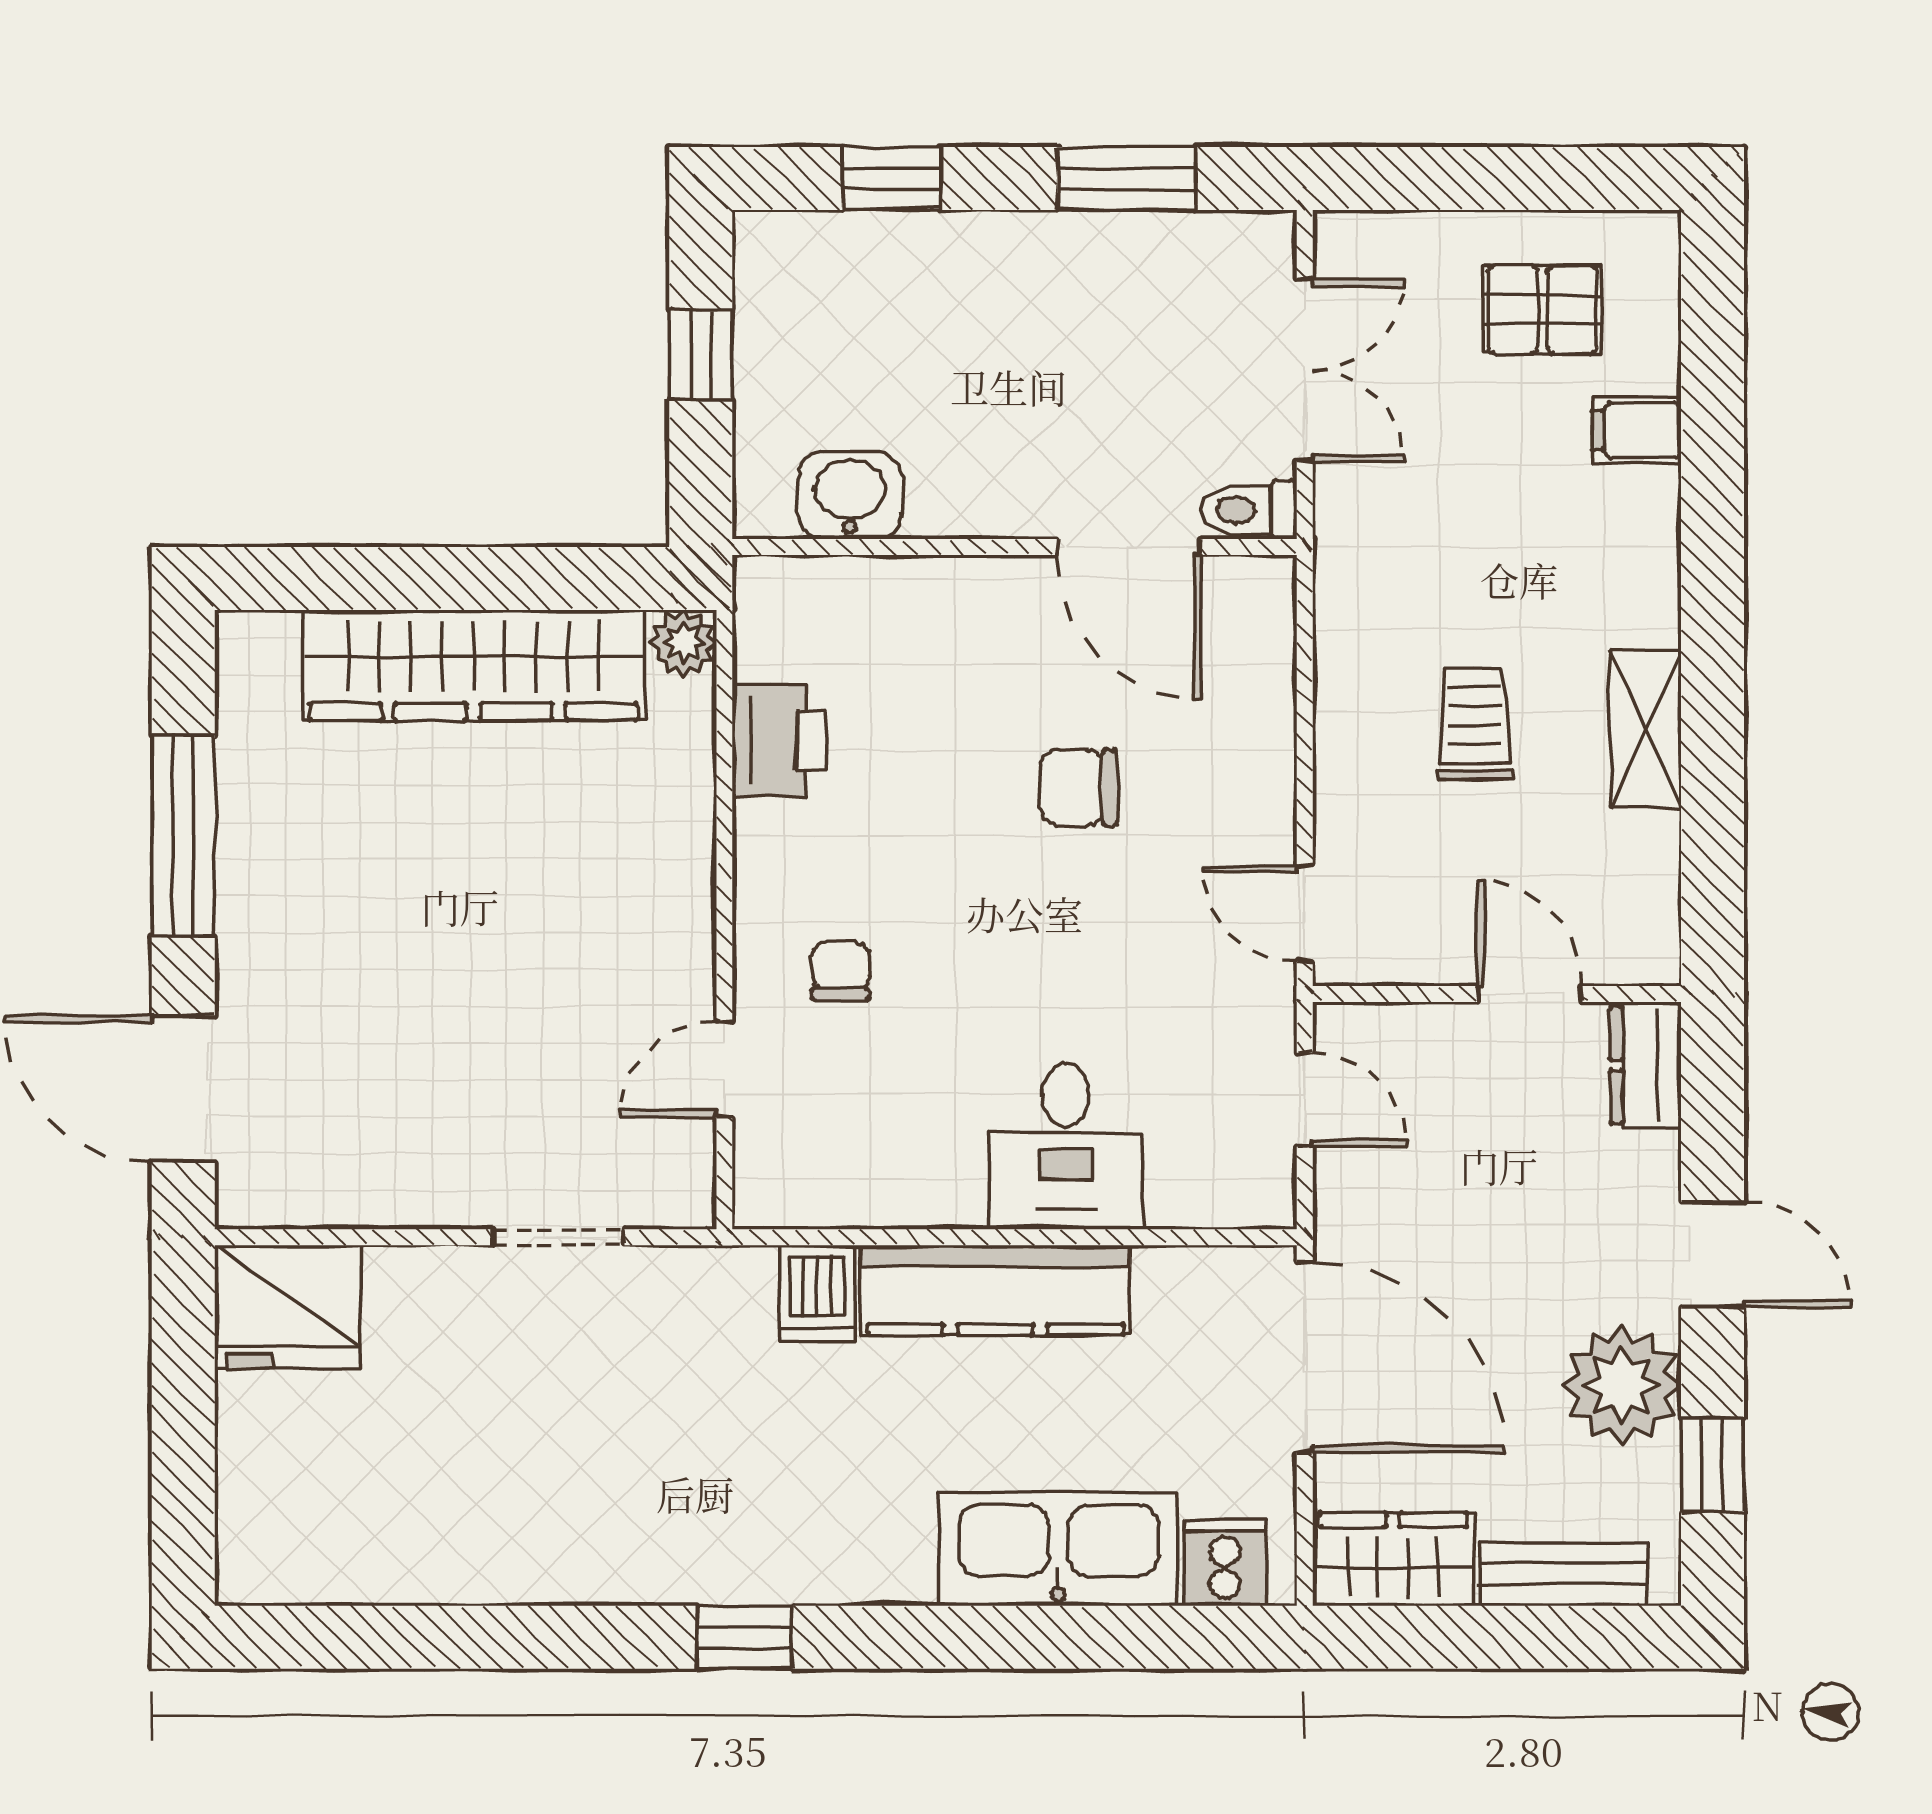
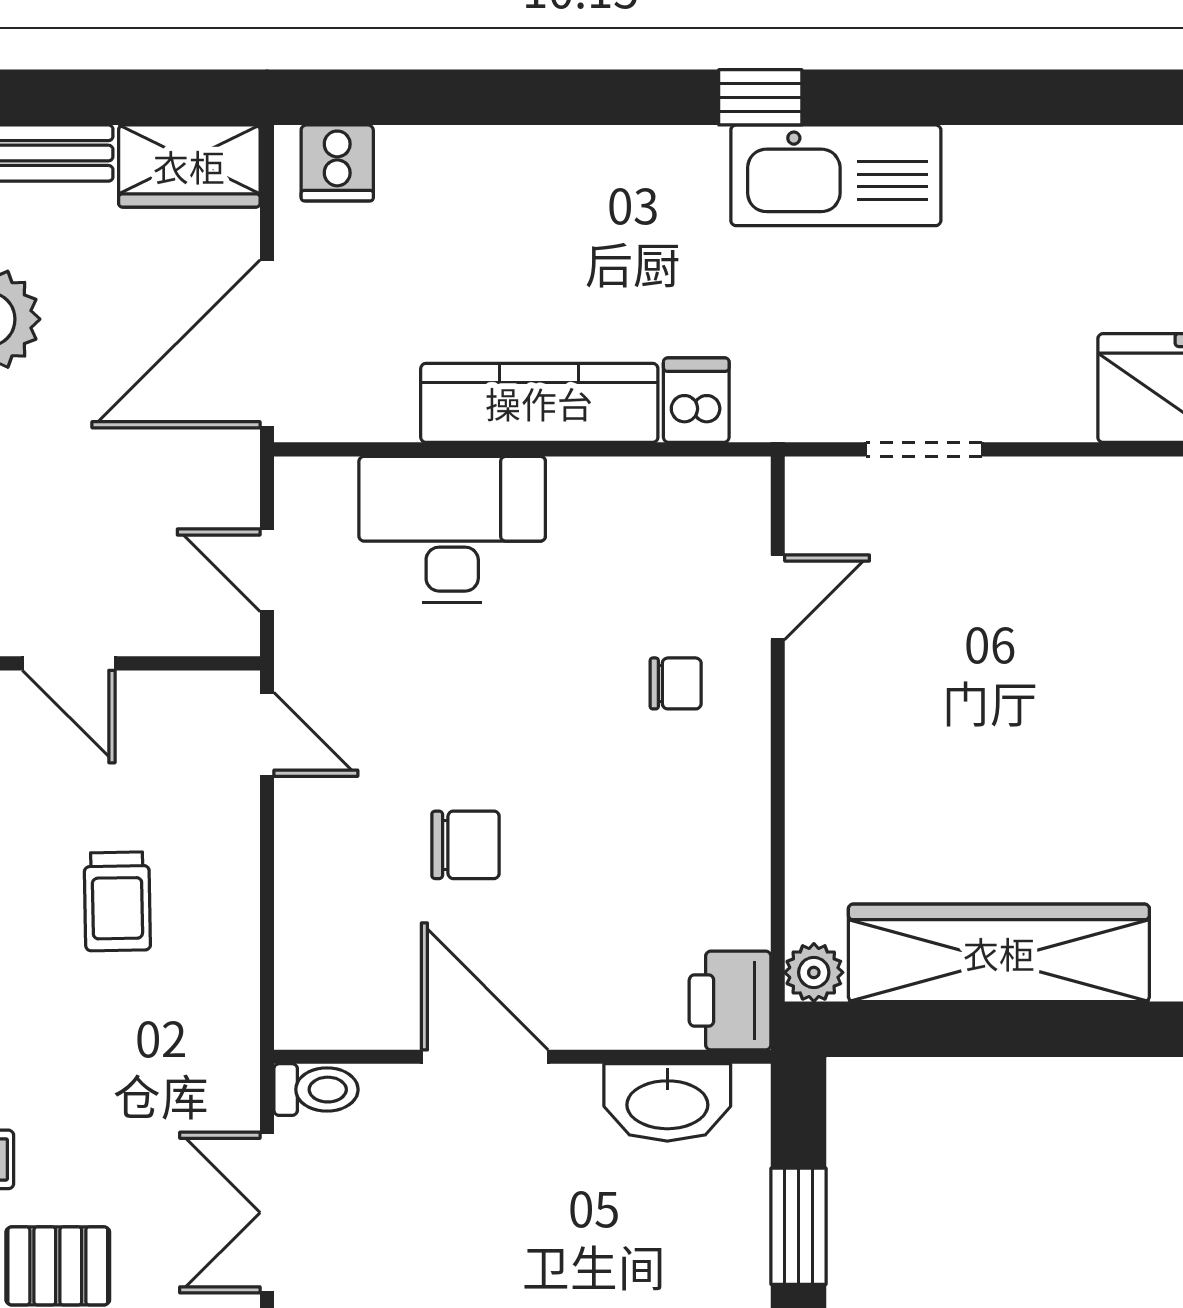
window: (701, 355) -> (798, 1226), width x1.50
washbasin: (850, 495) -> (667, 1102), width x1.38
door: (1129, 547) -> (485, 1057), moved
printer: (779, 740) -> (730, 1001), moved
chair: (840, 971) -> (676, 683), turned -90
desk: (1066, 1146) -> (452, 530), width x1.37
door: (1305, 1357) -> (267, 344), hinge flipped
kitchen sink: (1058, 1549) -> (836, 175), moved

